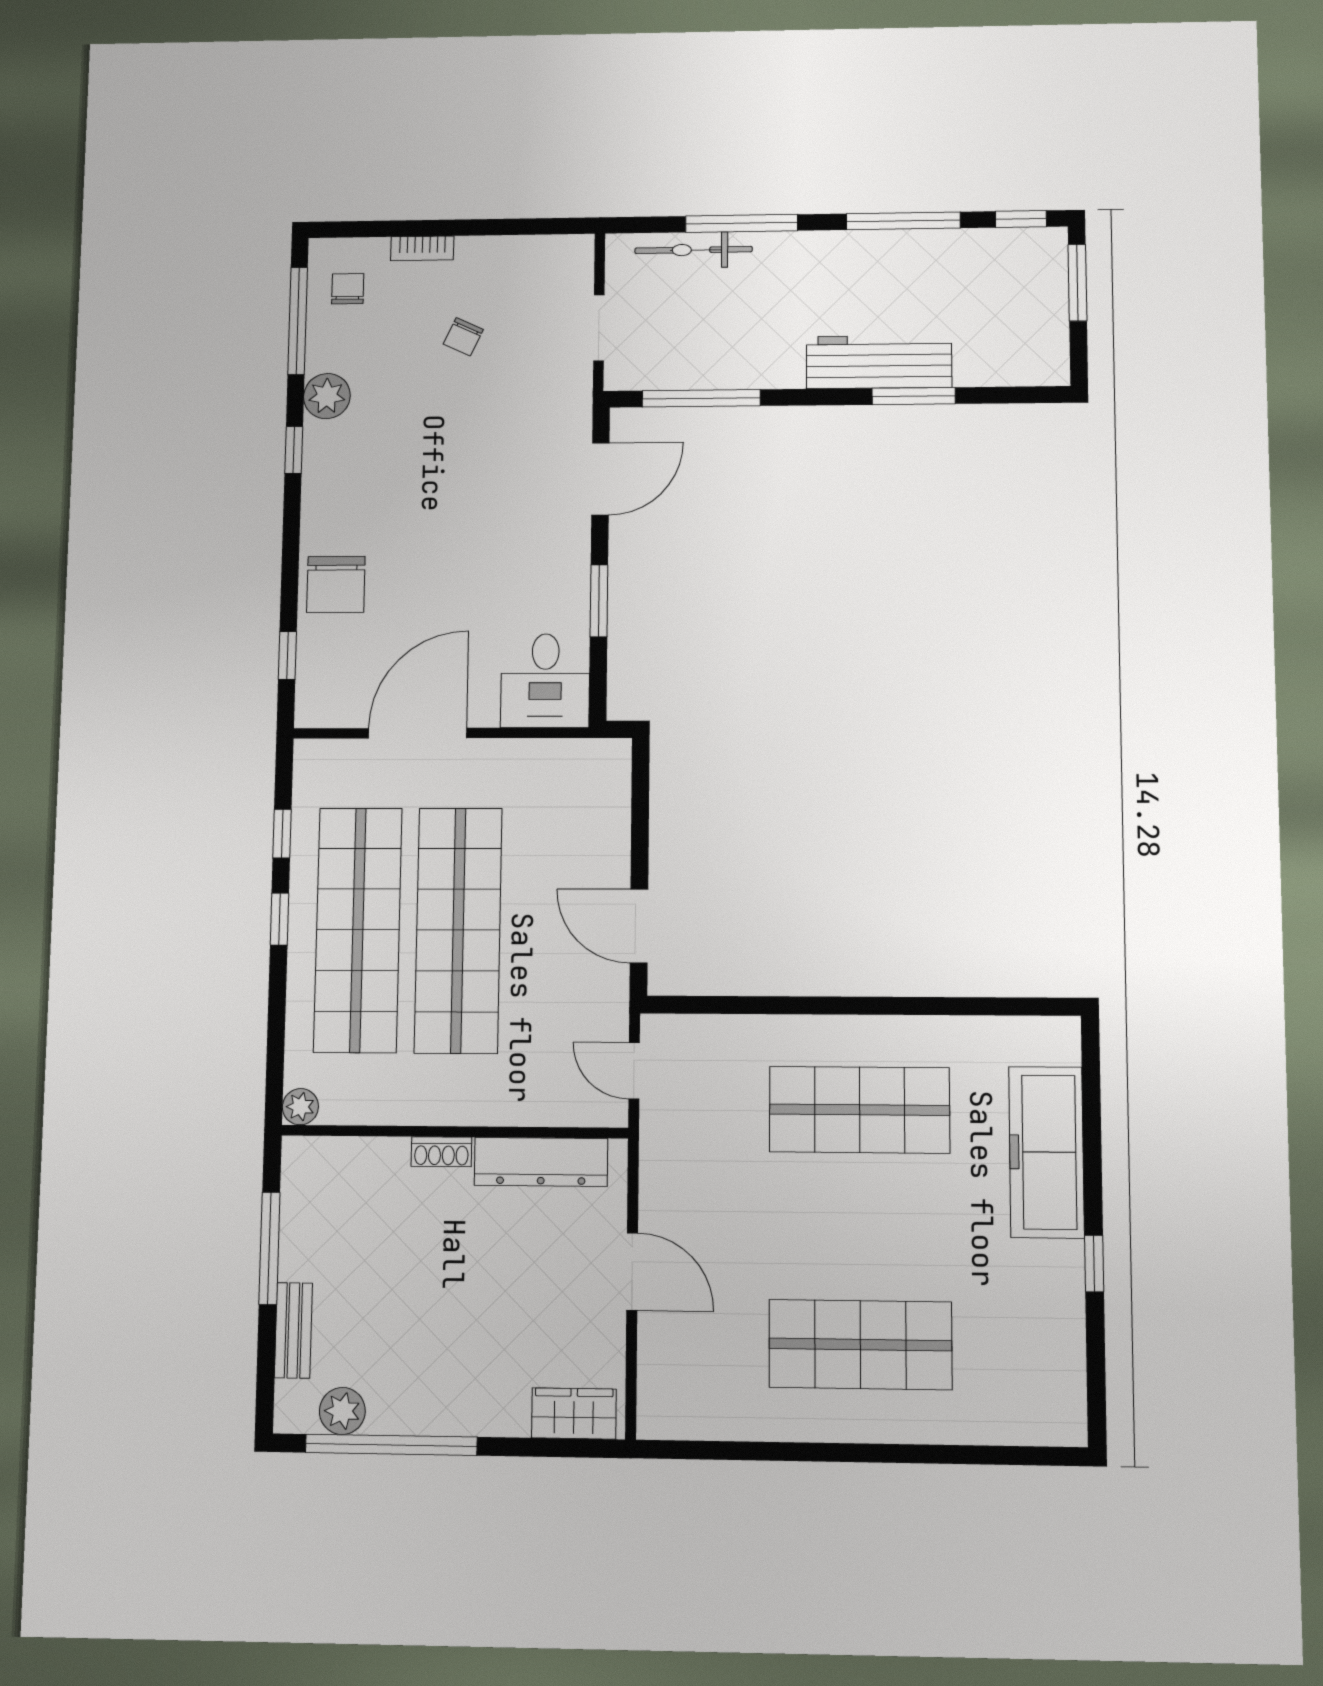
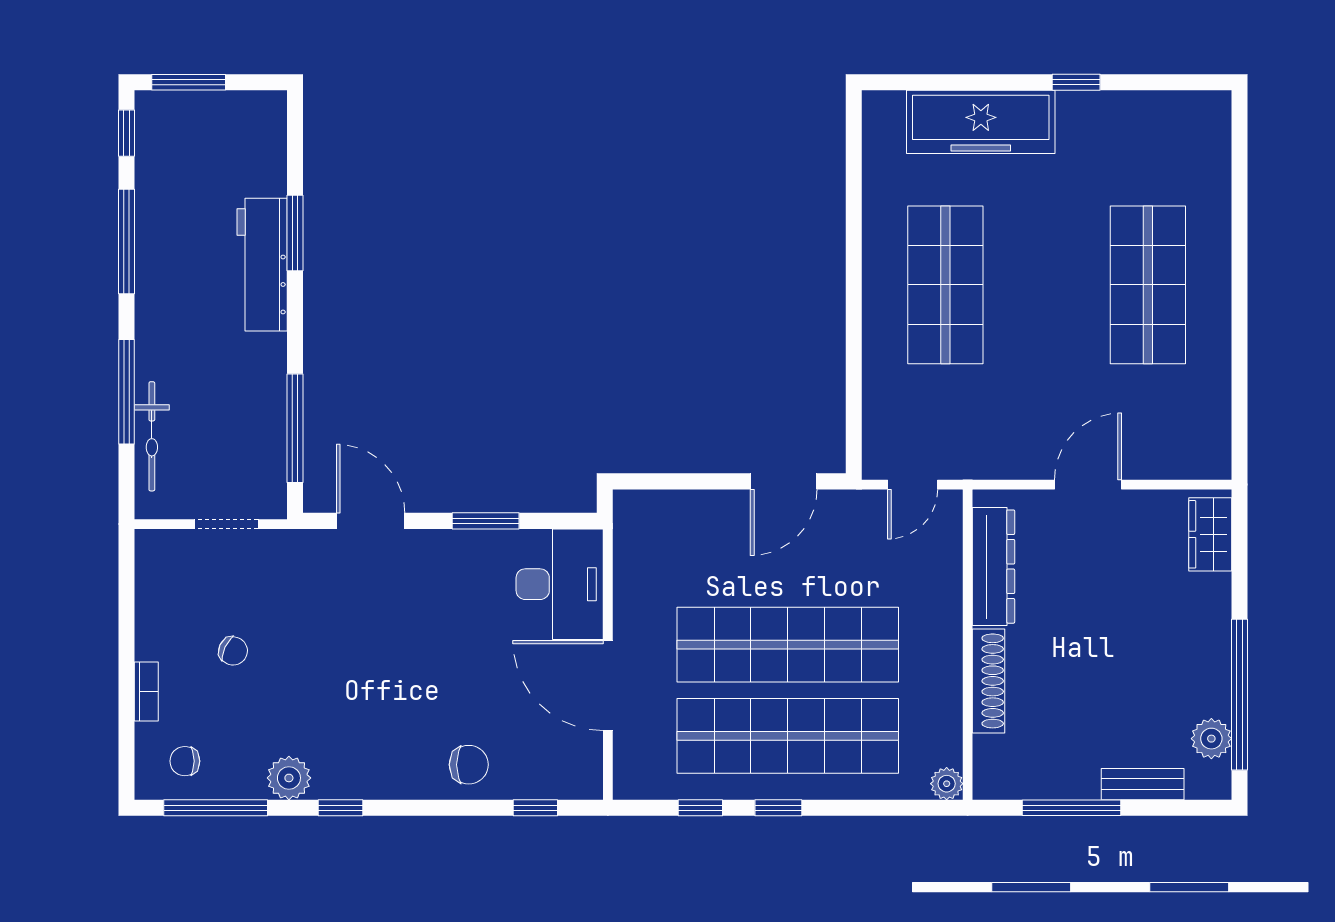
chair: (336, 584) -> (469, 765), width x0.73, depth x0.73
desk: (545, 681) -> (560, 584), width x1.37
shoe rack: (441, 1152) -> (988, 681), width x1.94, depth x1.24

